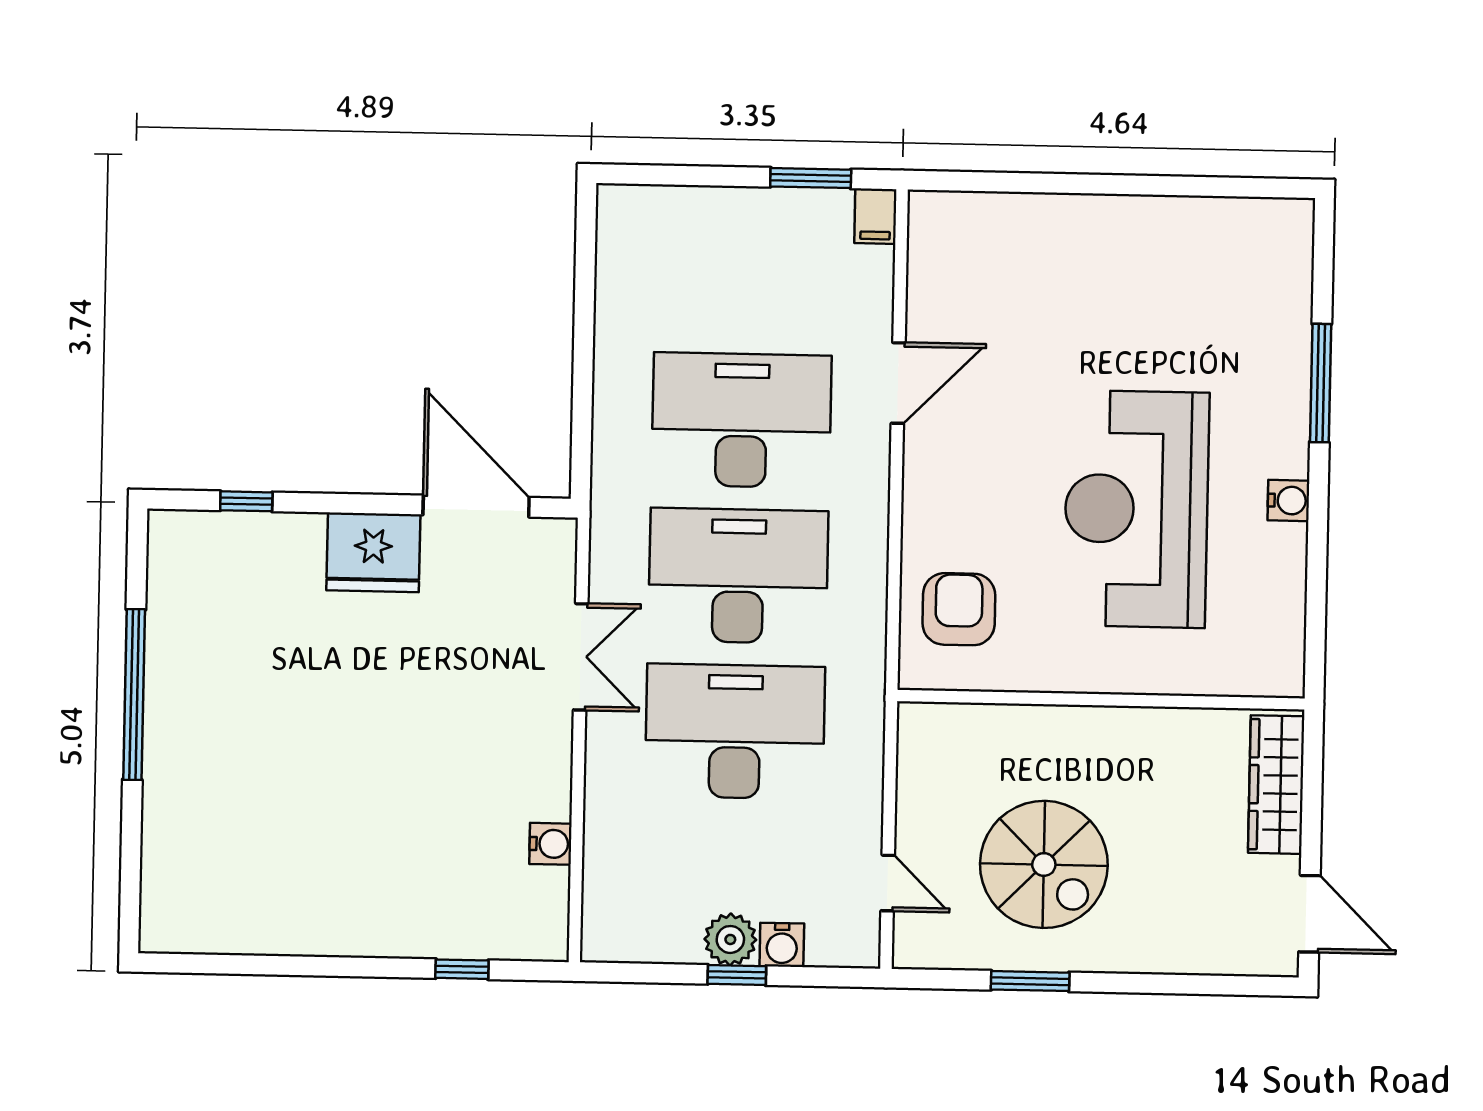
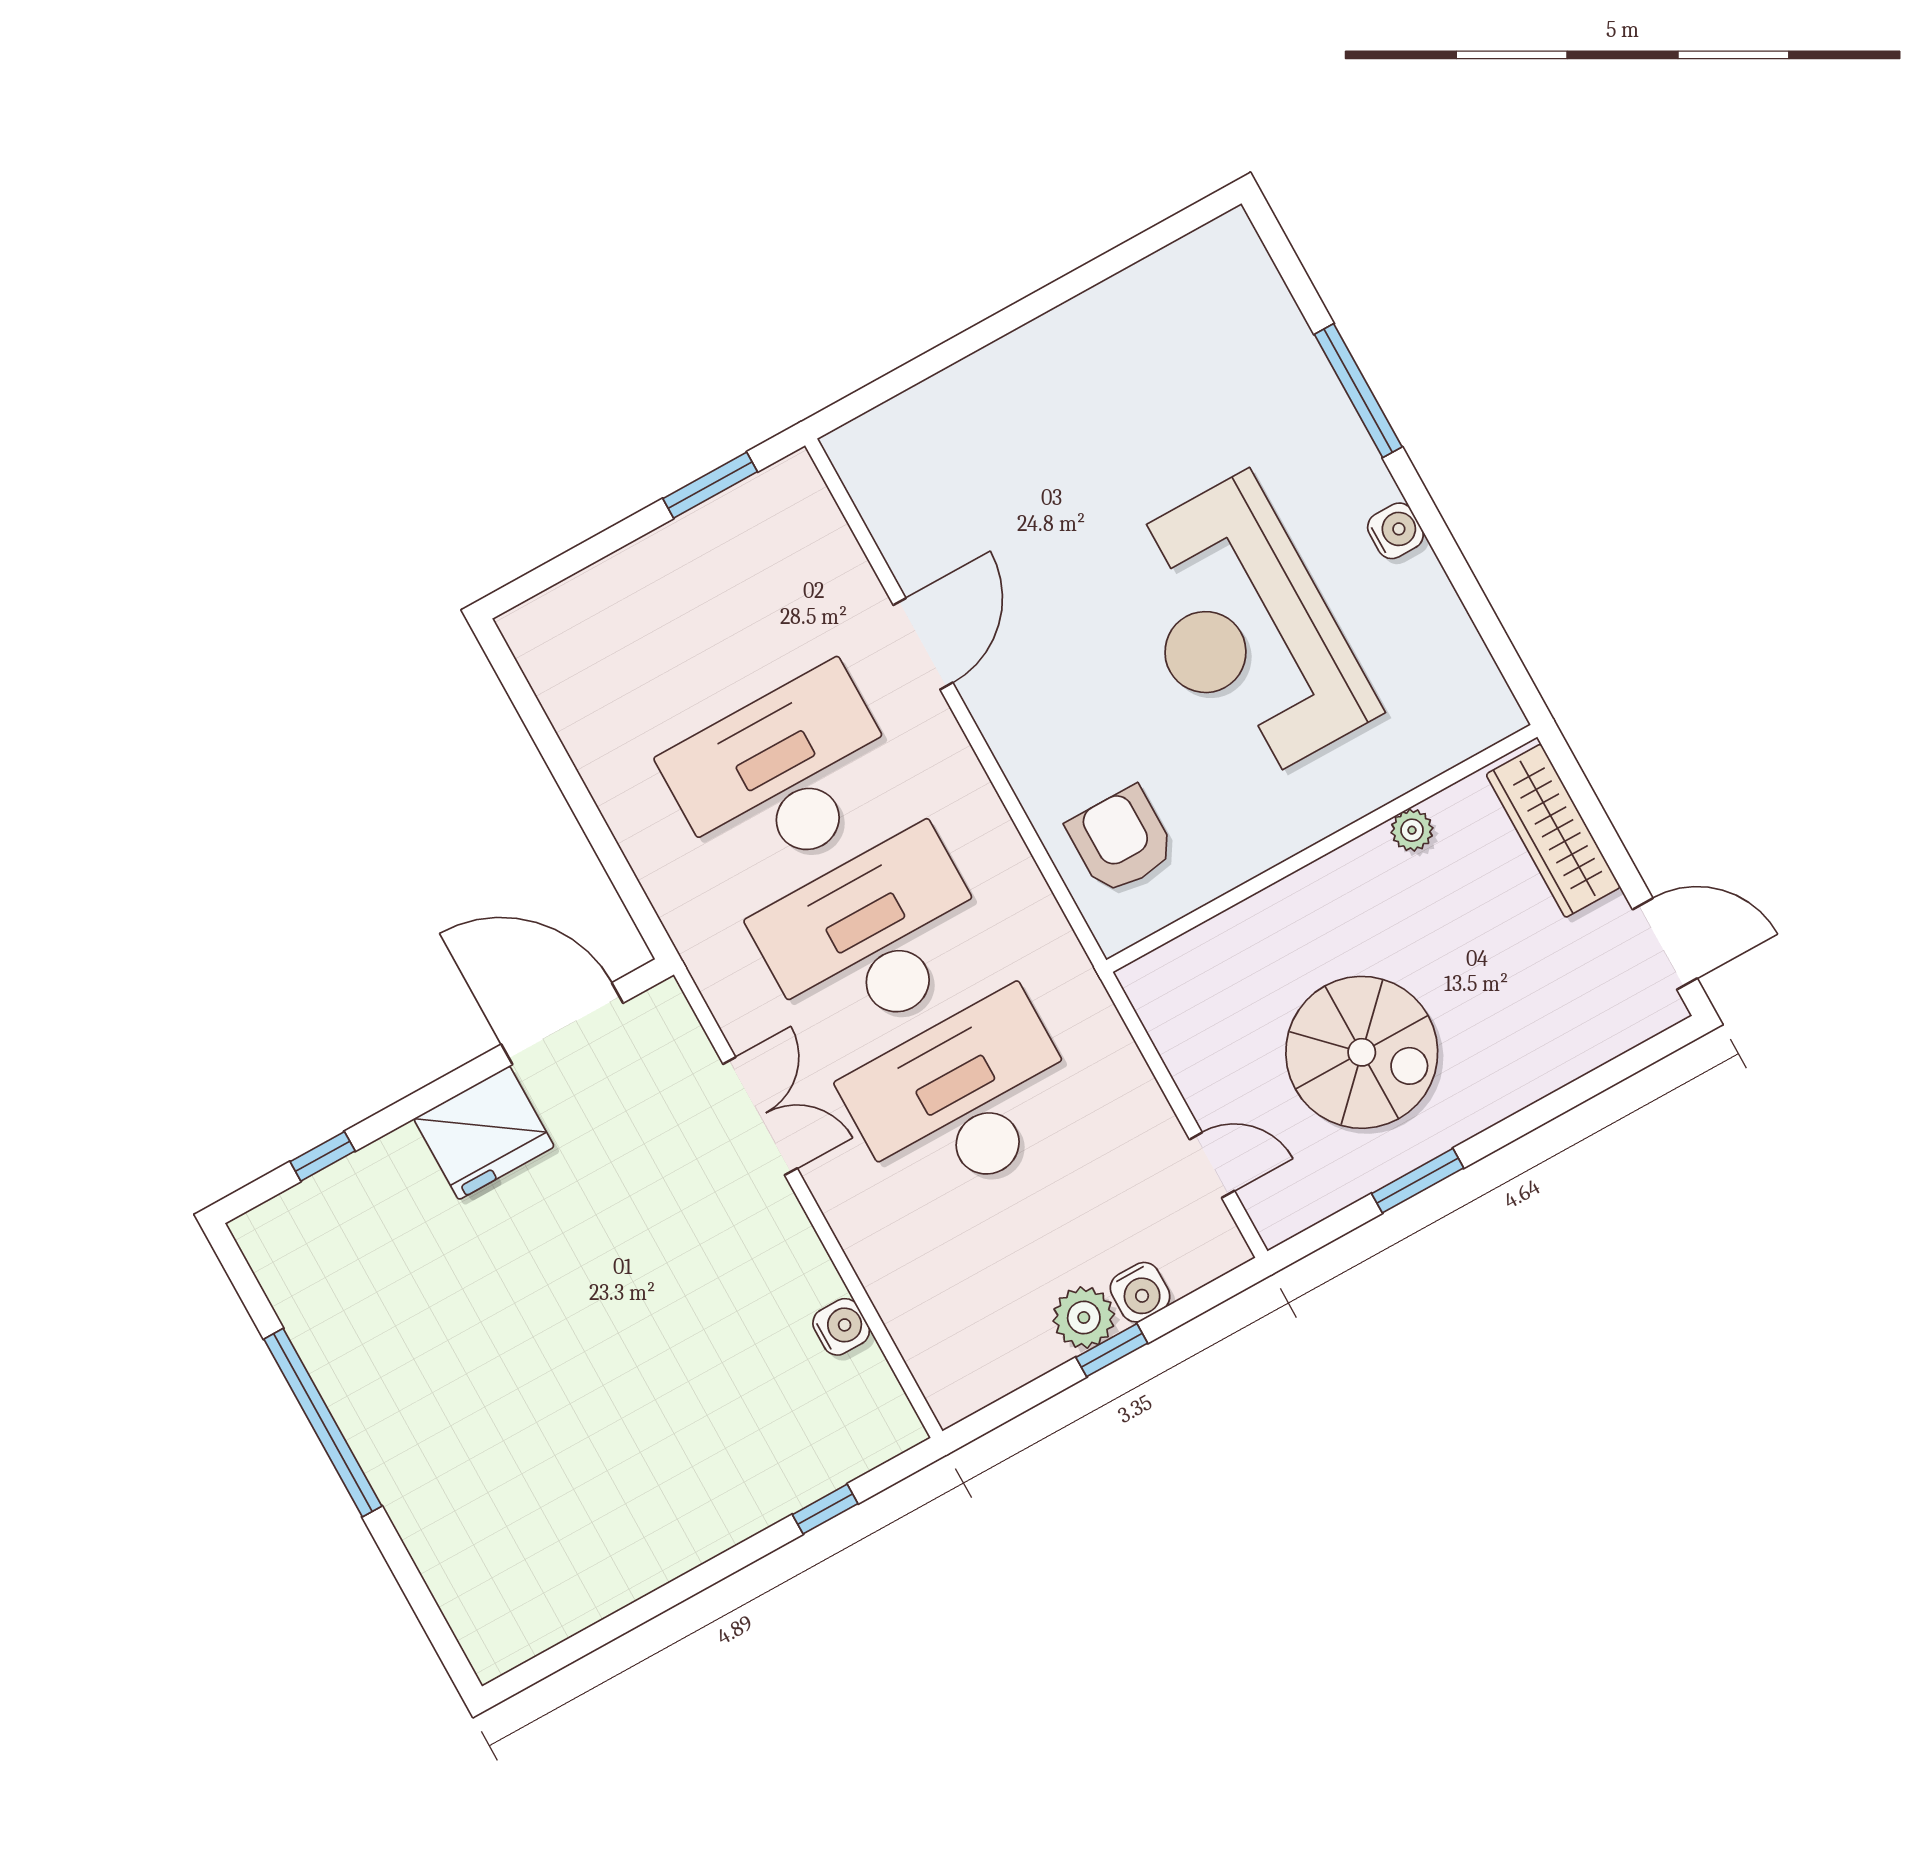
filing cabinet: (875, 216) -> (800, 486), removed
plant: (1174, 725) -> (1412, 830), added

